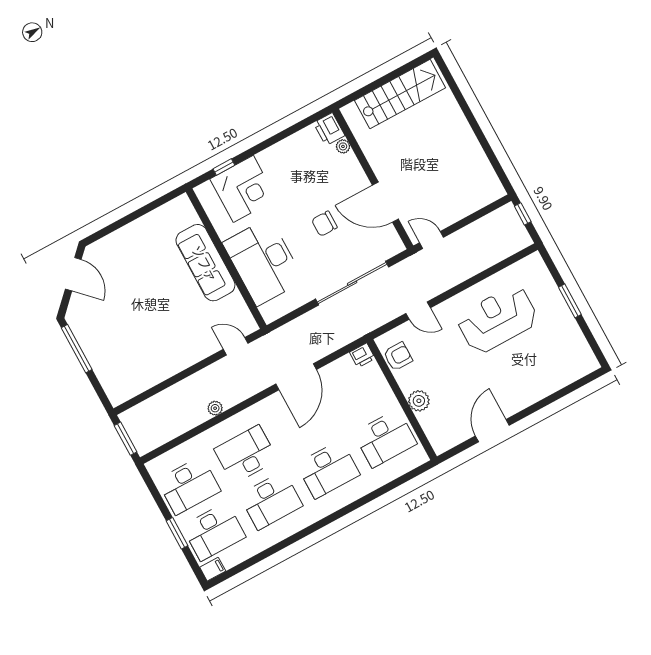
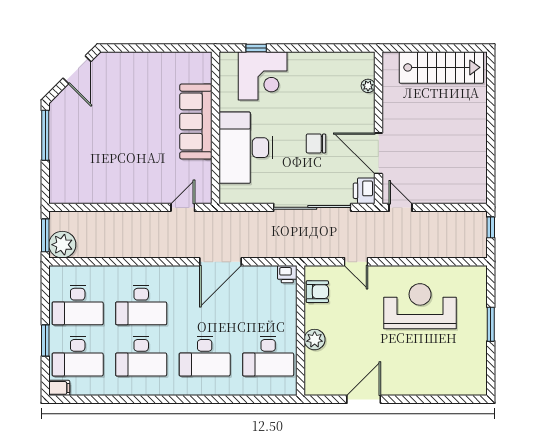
printer: (329, 129) -> (364, 191), moved
door: (236, 346) -> (183, 207), hinge flipped
plant: (215, 408) -> (62, 245), moved, width x1.87, depth x1.87
desk: (246, 454) -> (141, 305), turned 180

